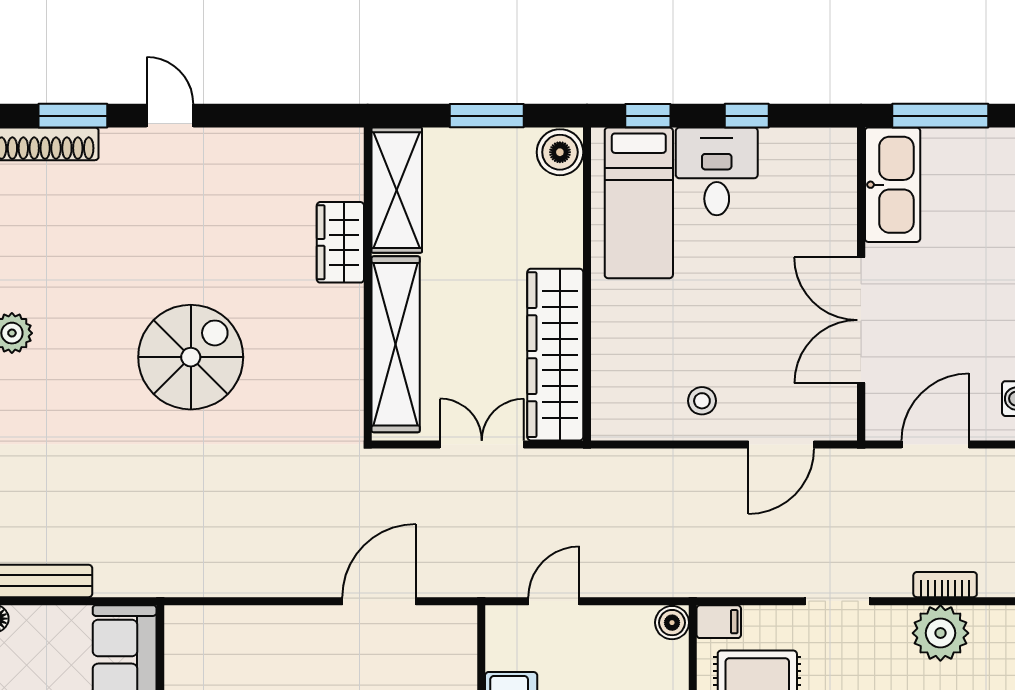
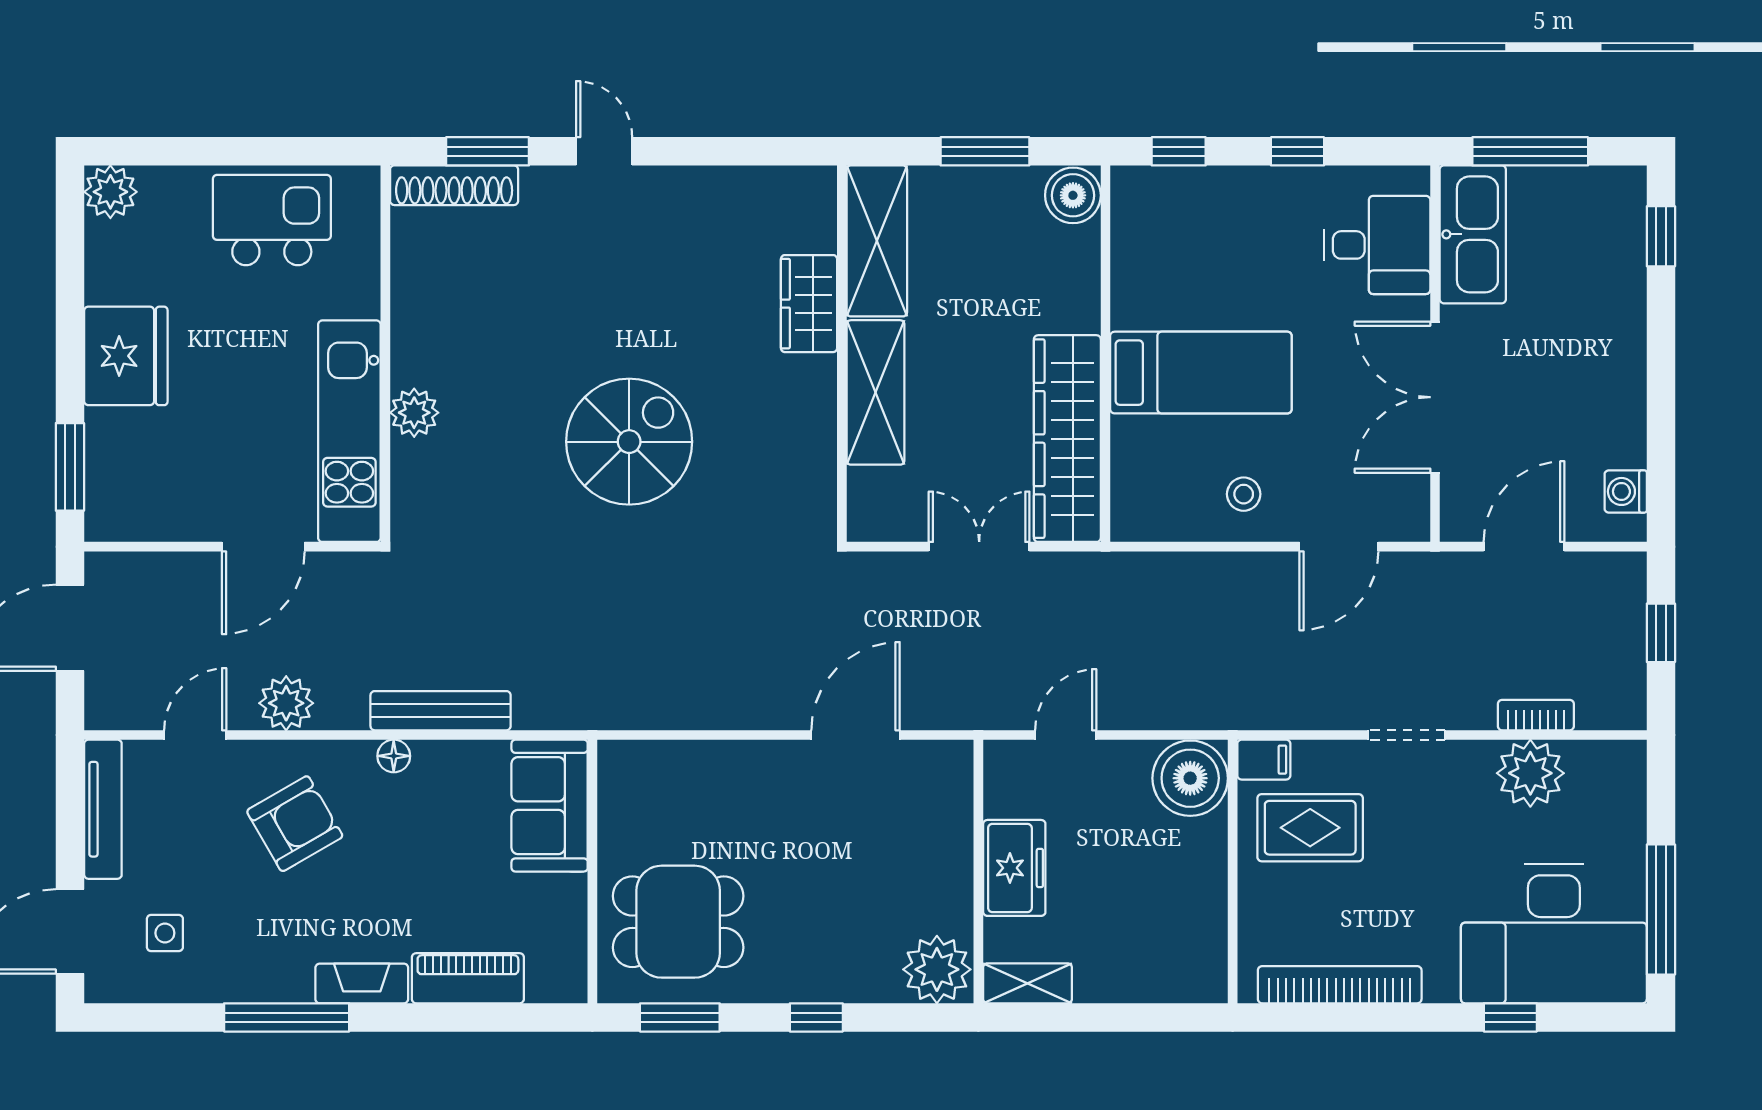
desk: (717, 171) -> (1377, 245), moved, turned 90
bed: (639, 203) -> (1201, 373), moved, turned -90
shelving: (396, 344) -> (875, 392), width x0.68
boiler: (672, 623) -> (1190, 778), width x1.86, depth x1.86

